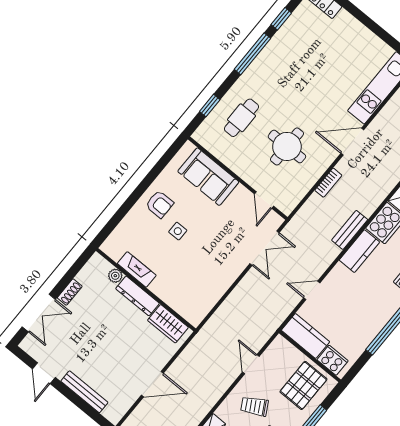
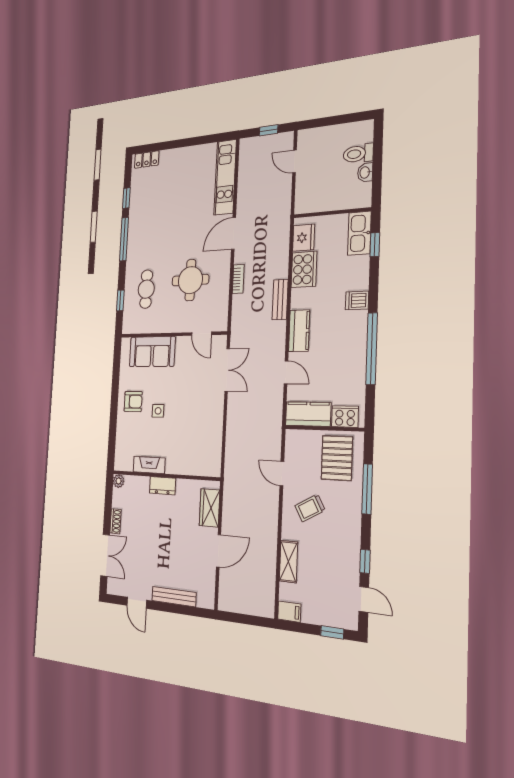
kitchen counter: (359, 251) -> (299, 331), moved
plant: (115, 276) -> (119, 481), moved
door: (312, 290) -> (286, 372), swing flipped
dresser: (137, 296) -> (163, 486), width x0.70
wardrobe: (168, 324) -> (210, 508), moved, turned 90

